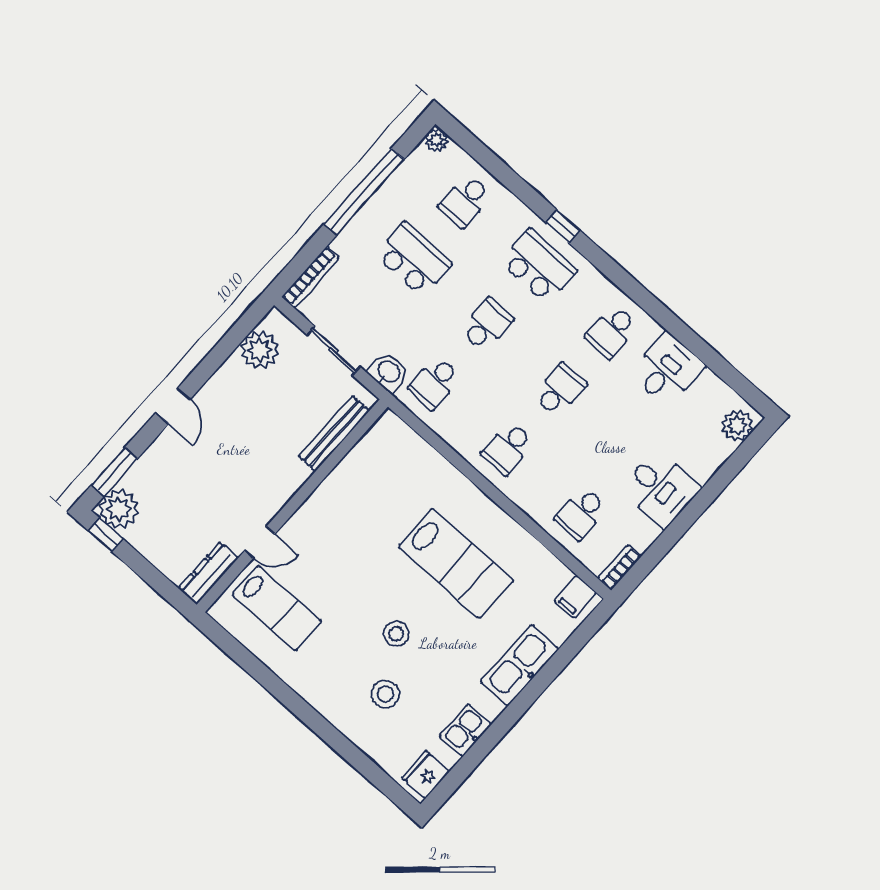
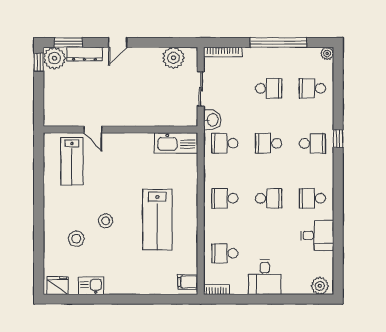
school desk: (413, 259) -> (269, 88), width x0.54
school desk: (539, 266) -> (312, 143), width x0.54
school desk: (487, 325) -> (269, 143), turned 180
bench: (334, 434) -> (166, 120), removed
dresser: (208, 573) -> (84, 54), moved, turned 180
kitchen sink: (520, 665) -> (176, 143), moved, turned 180

